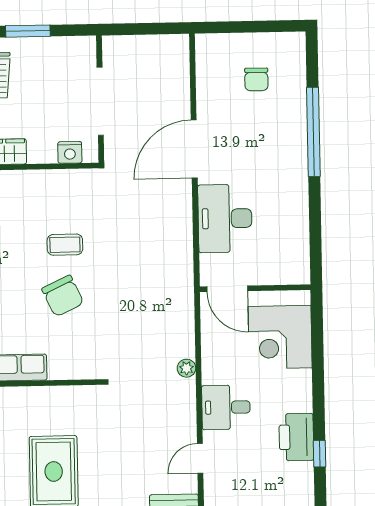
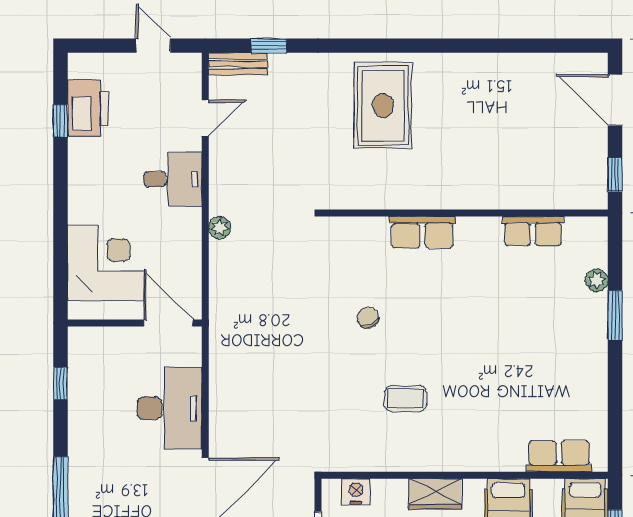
window: (315, 237) -> (60, 383), added
coffee table: (65, 245) -> (405, 399), moved
chair: (63, 296) -> (368, 318), width x0.54, depth x0.54
printer: (296, 437) -> (88, 108), moved

